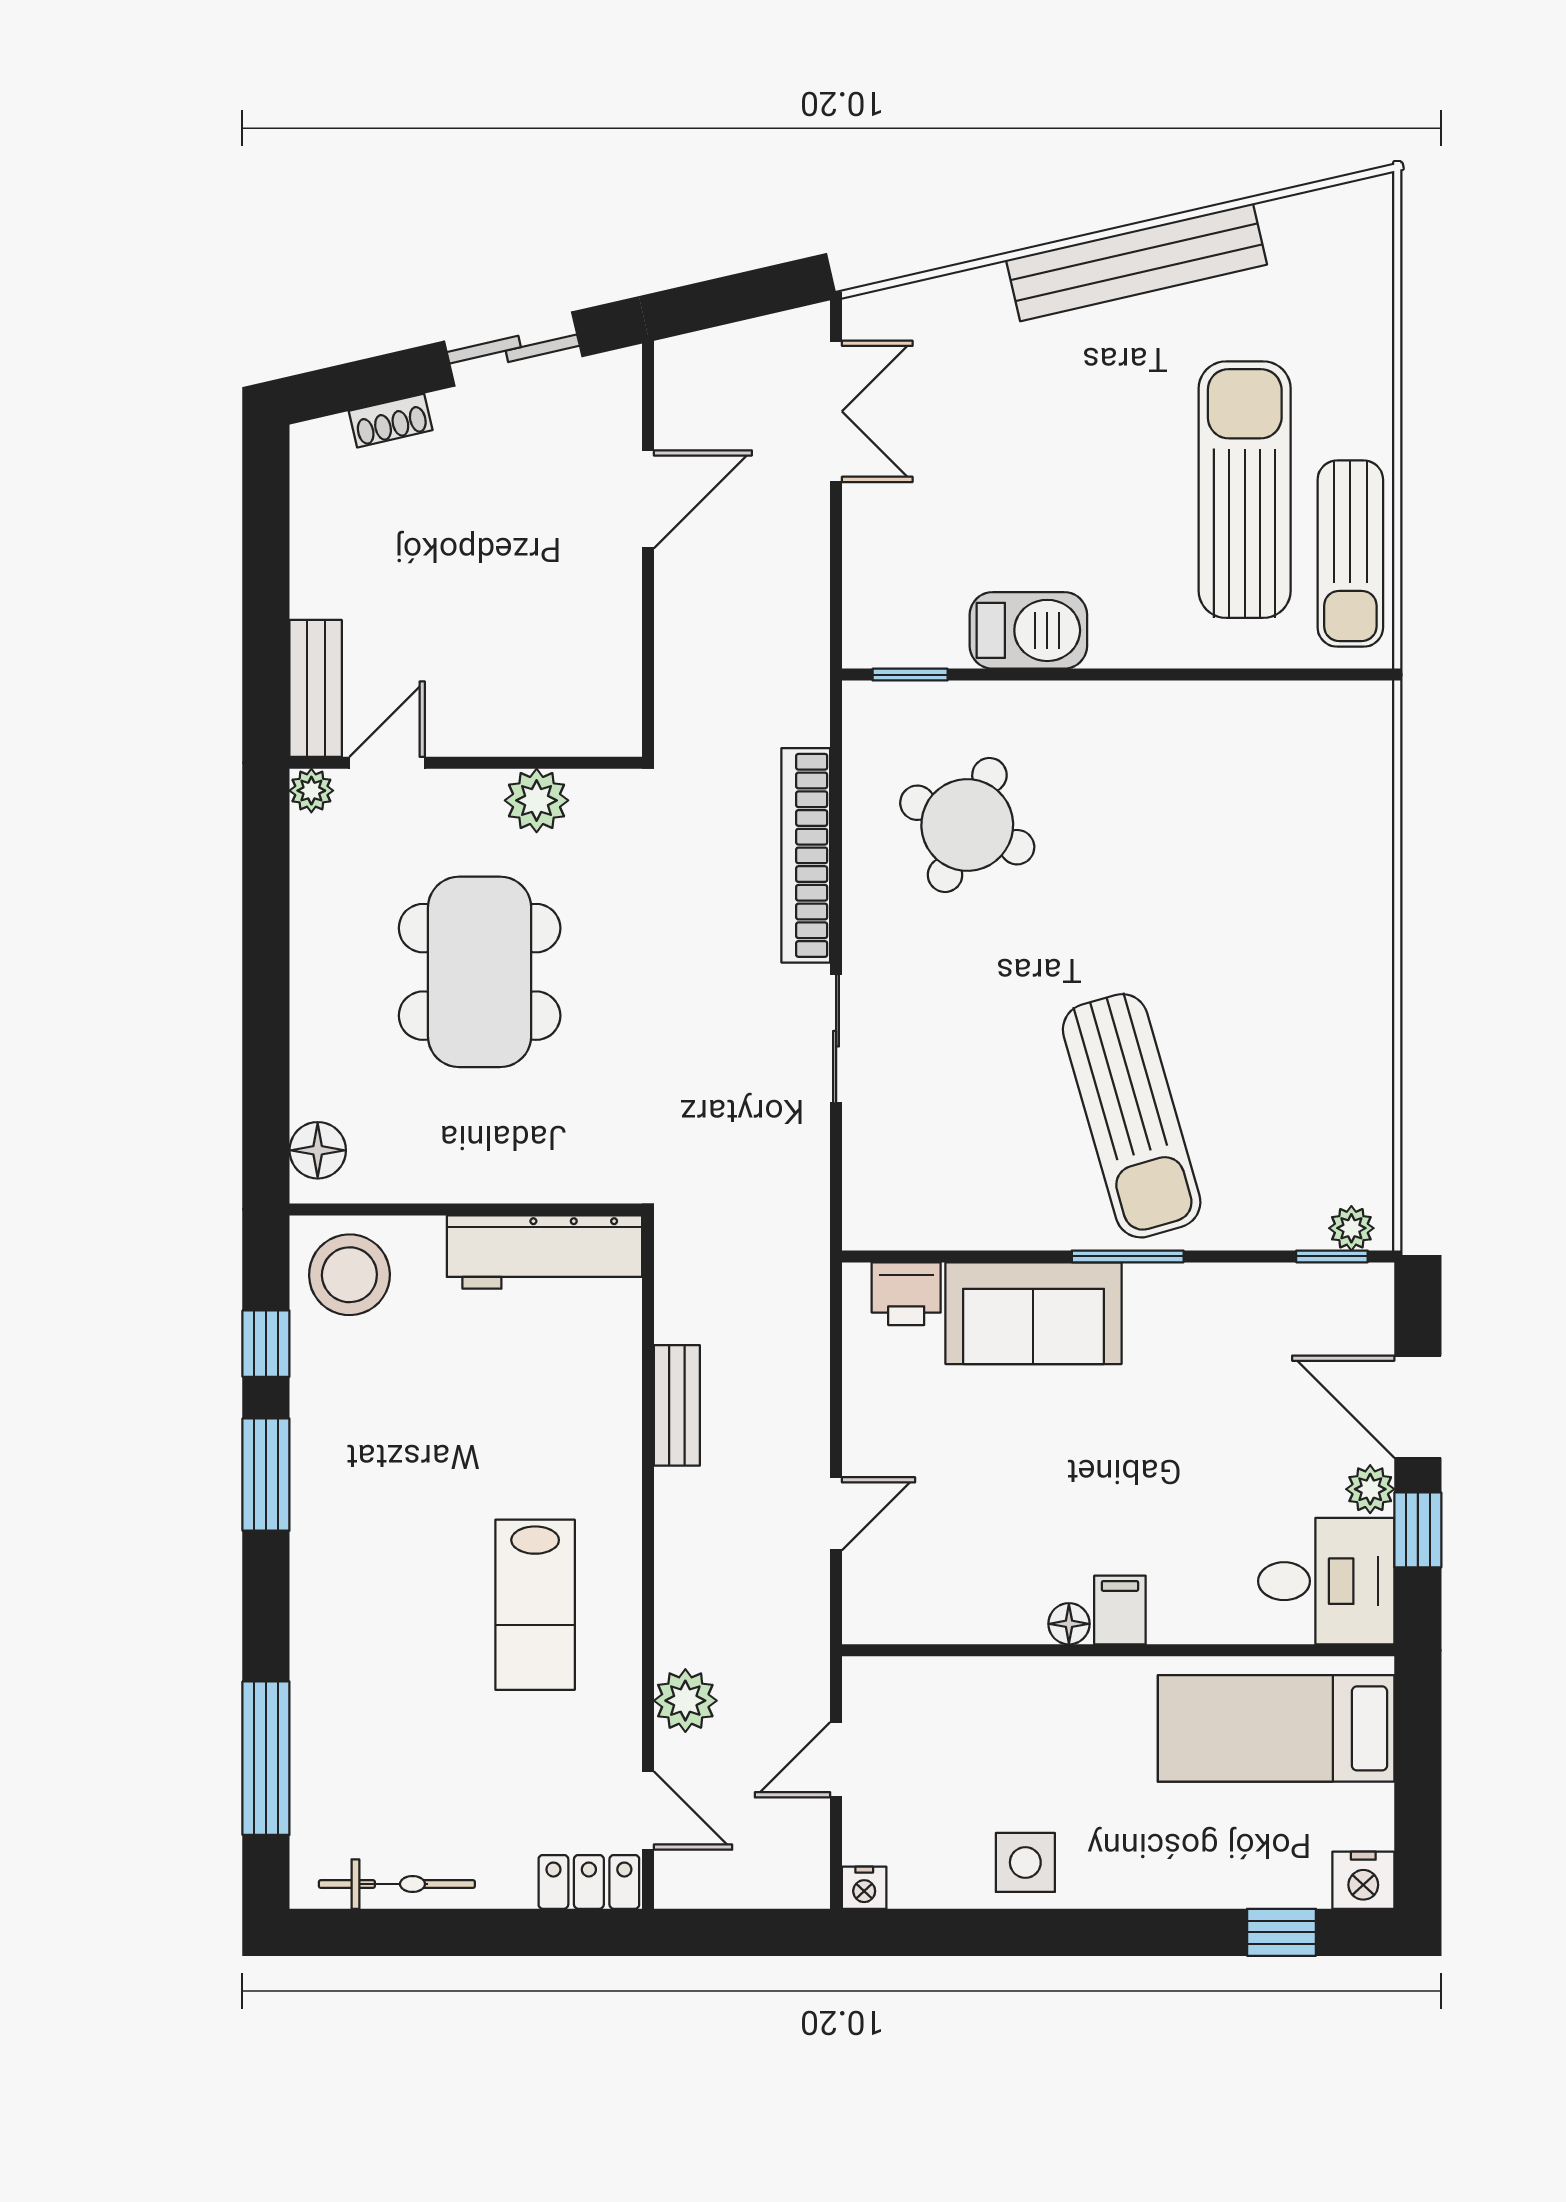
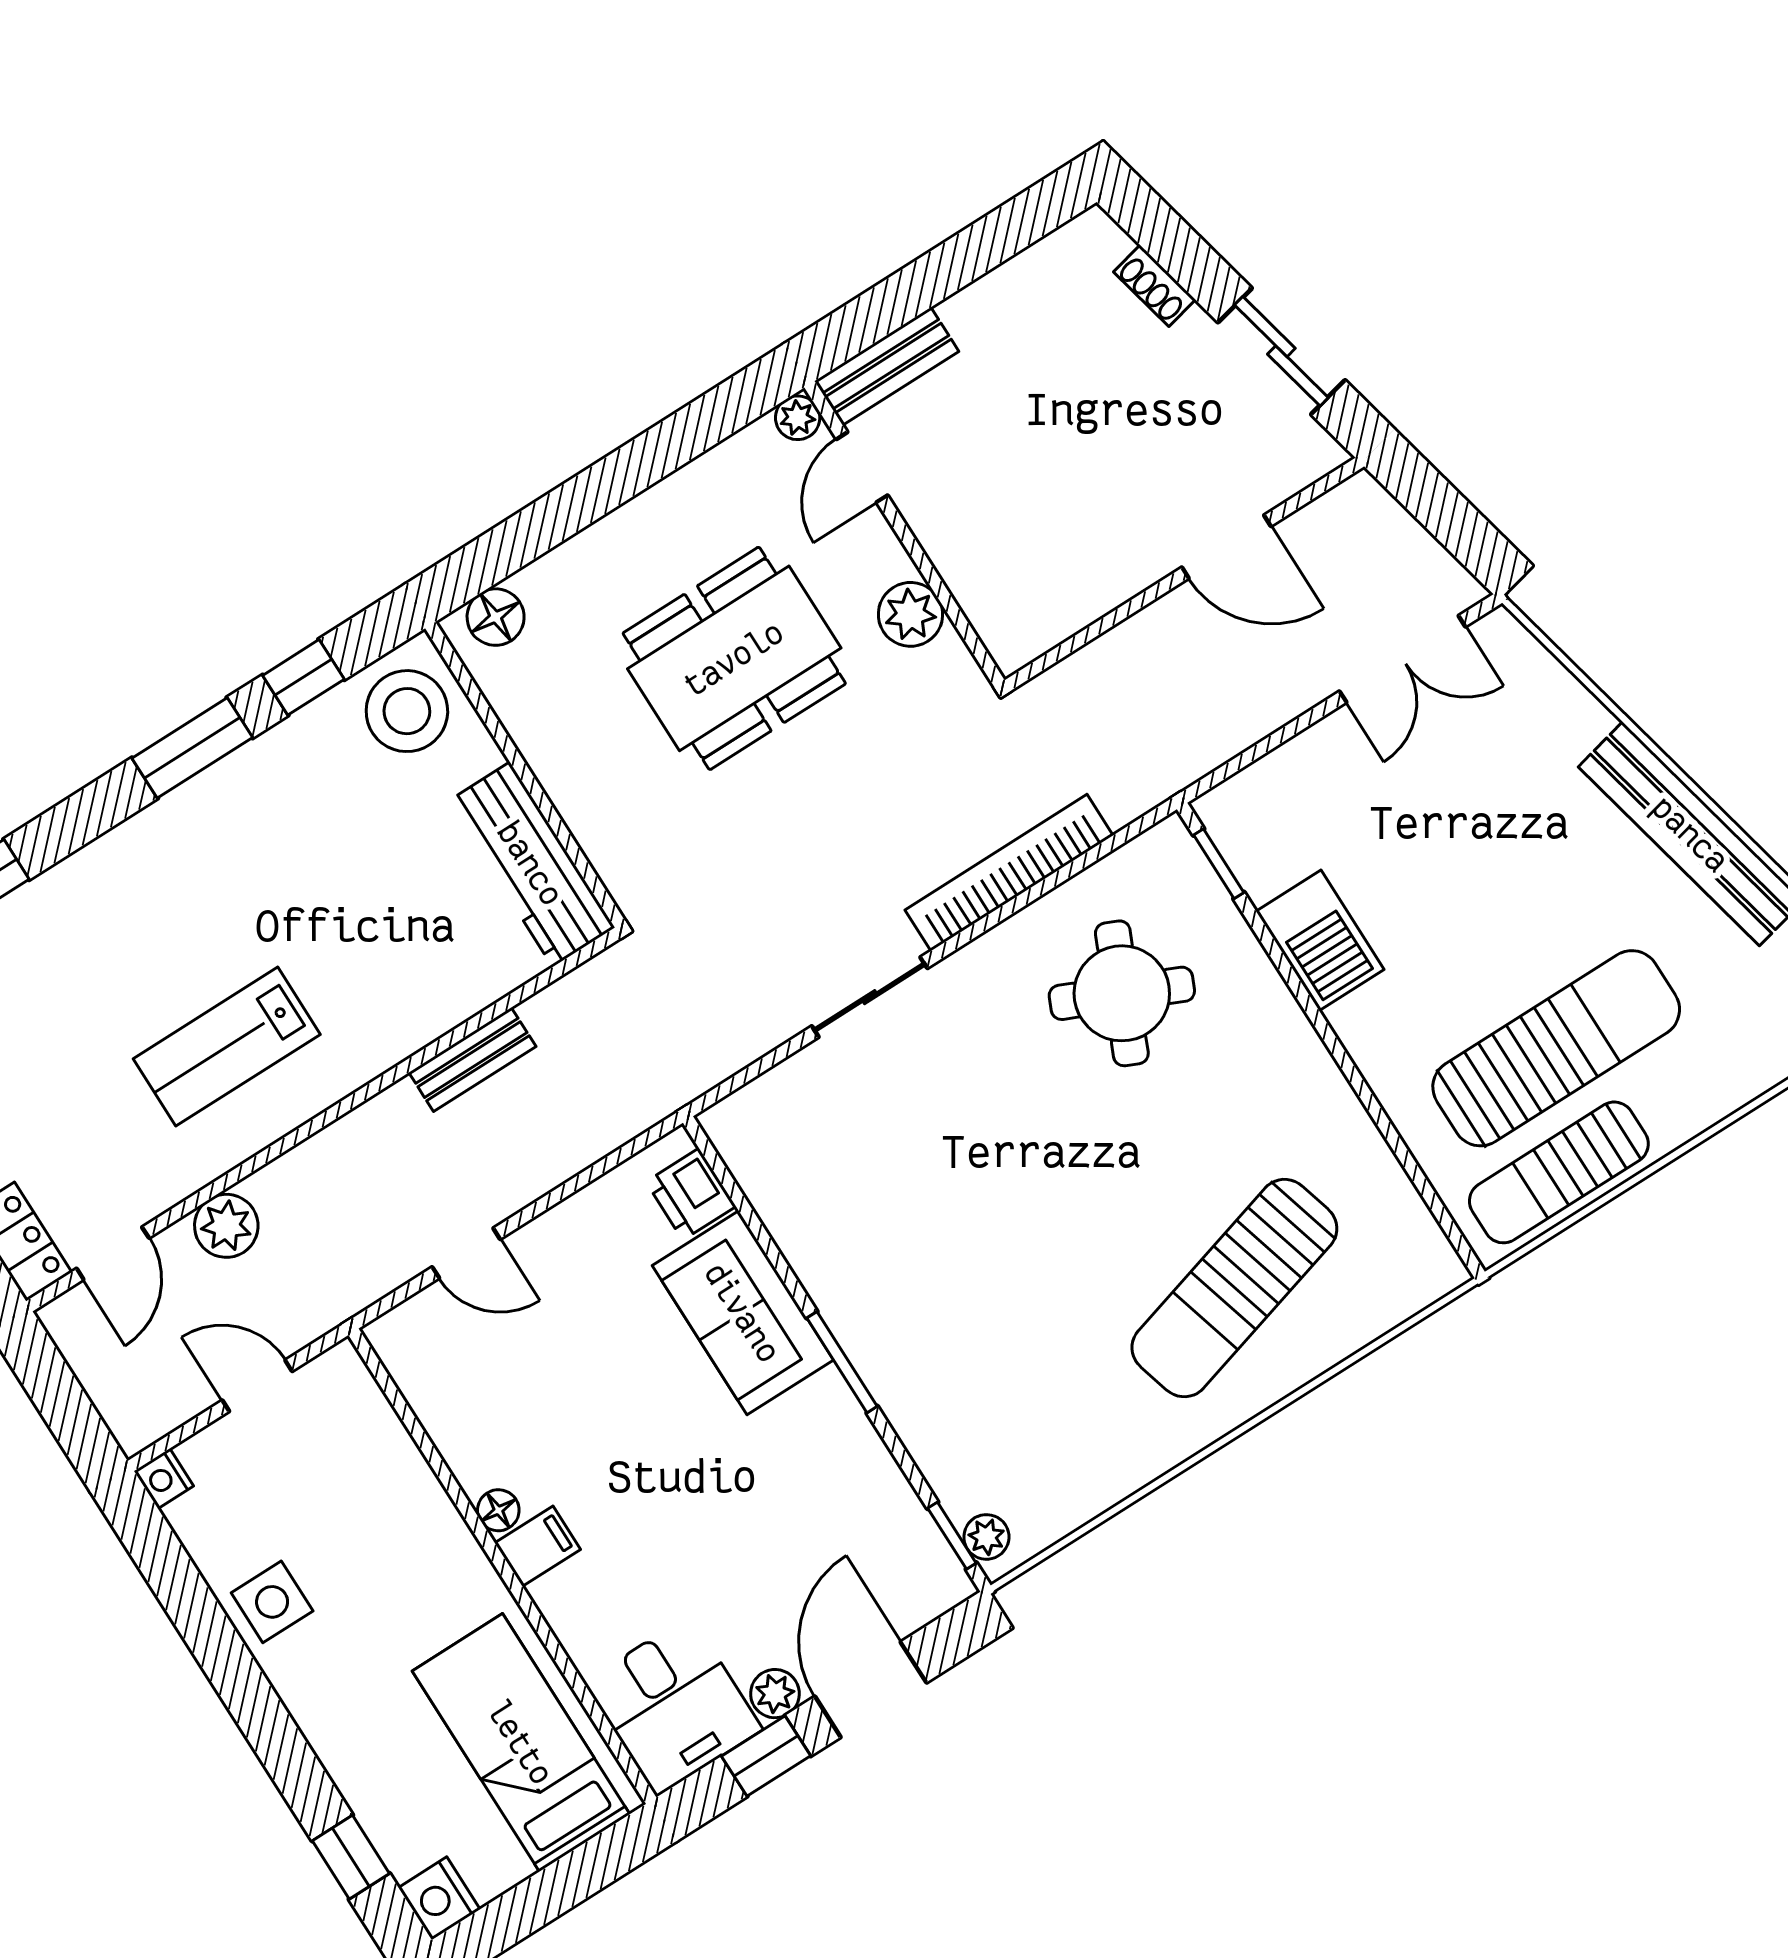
door: (387, 763) -> (862, 467), swing flipped
sun lounger: (1132, 1116) -> (1234, 1288), moved

